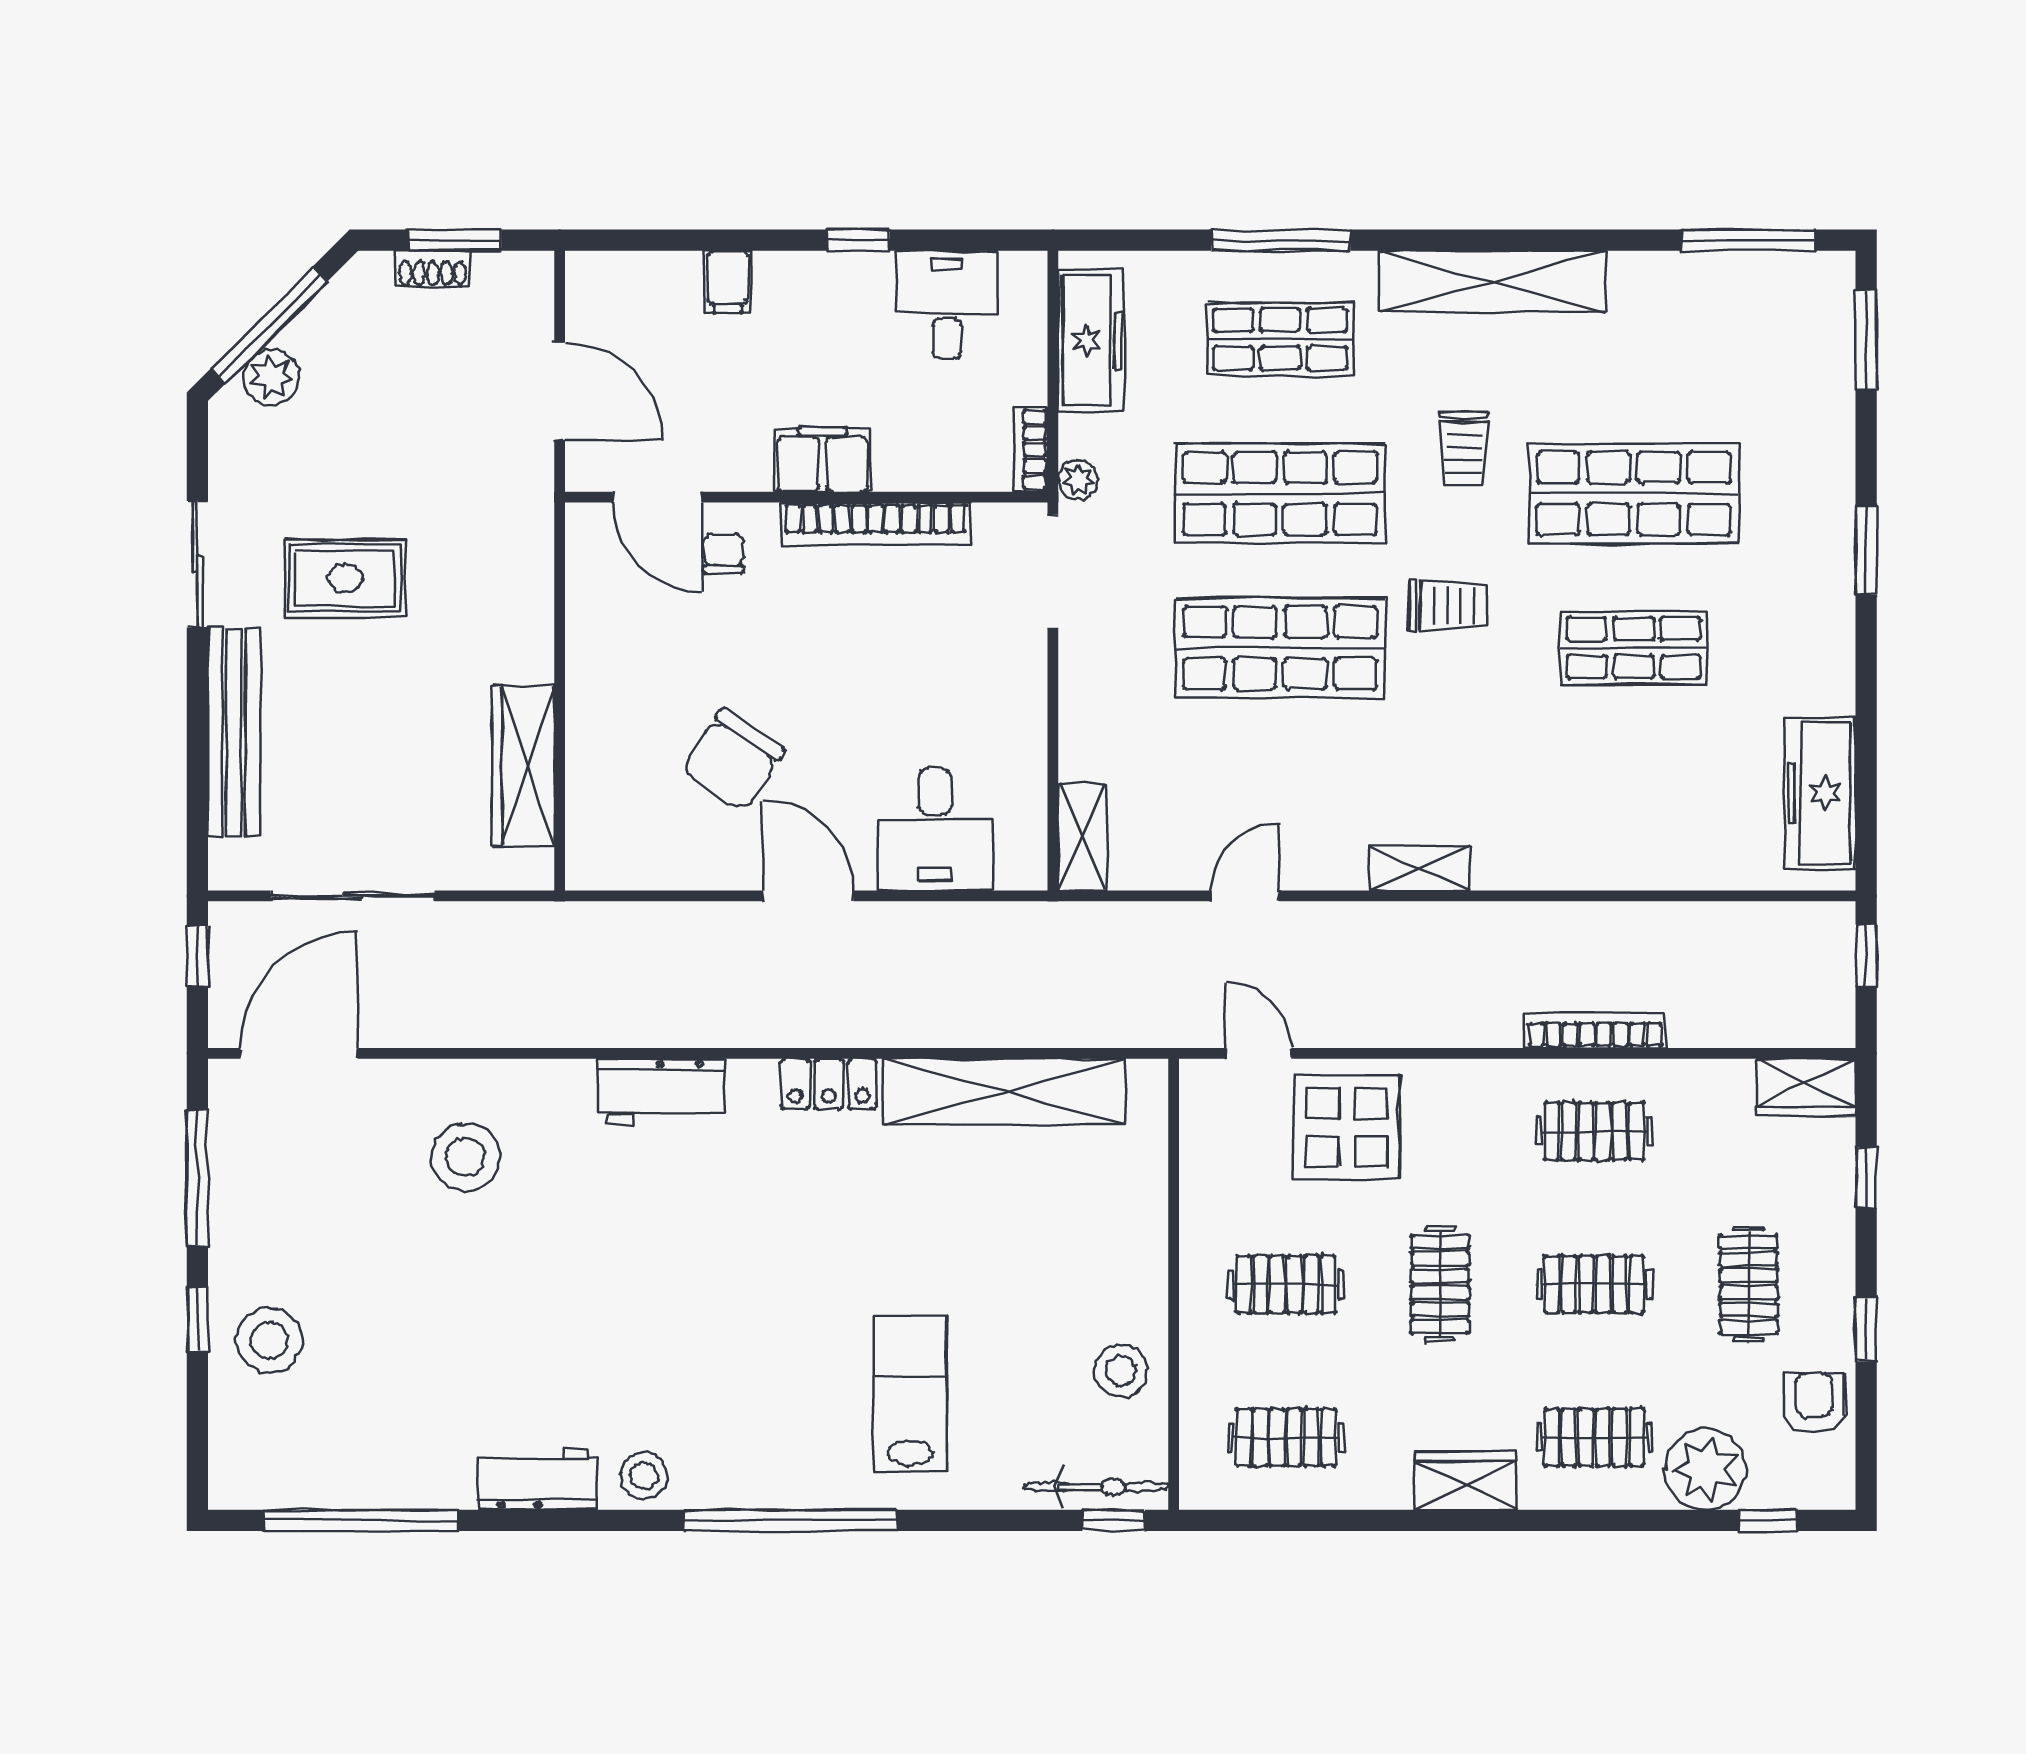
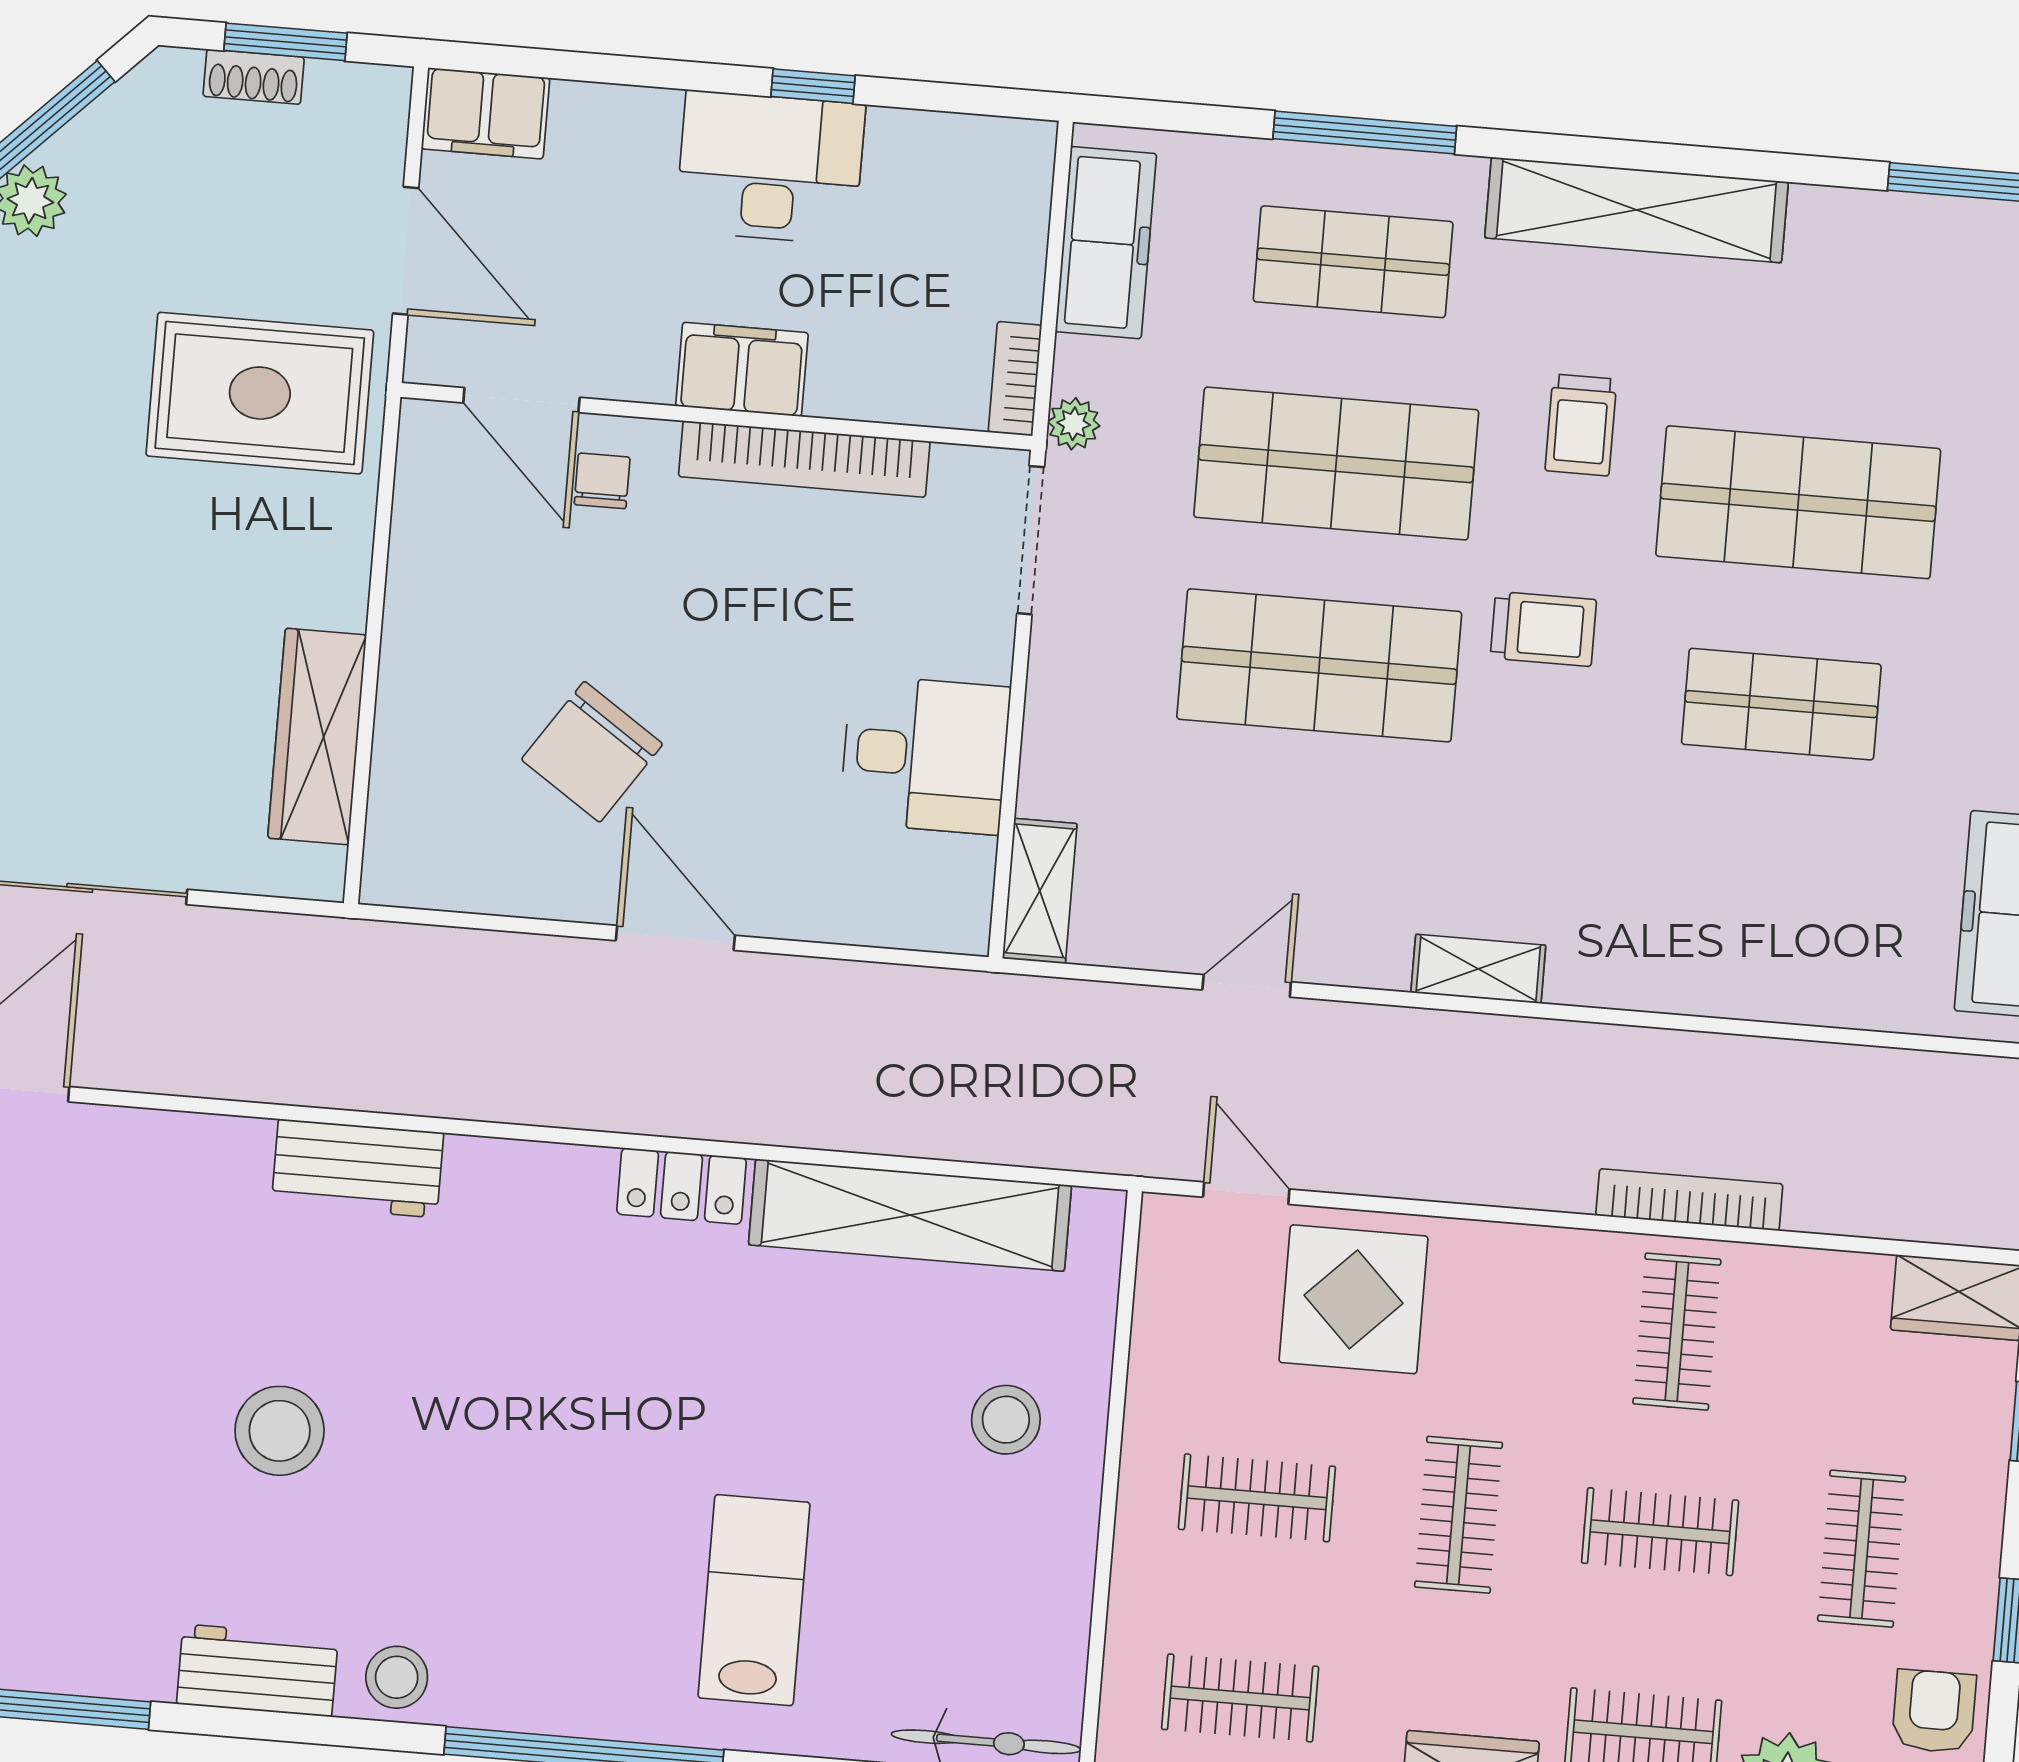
filing cabinet: (728, 282) -> (485, 113), moved, width x2.00
desk: (947, 305) -> (770, 168), moved, width x1.37
rug: (345, 578) -> (260, 393), moved, width x1.36, depth x1.43
desk: (935, 829) -> (925, 755), moved, turned -90
workbench: (661, 1091) -> (358, 1168), moved
clothes rail: (1594, 1131) -> (1677, 1332), turned 90
stool: (465, 1157) -> (280, 1431), moved
stool: (1121, 1371) -> (1006, 1420), moved

